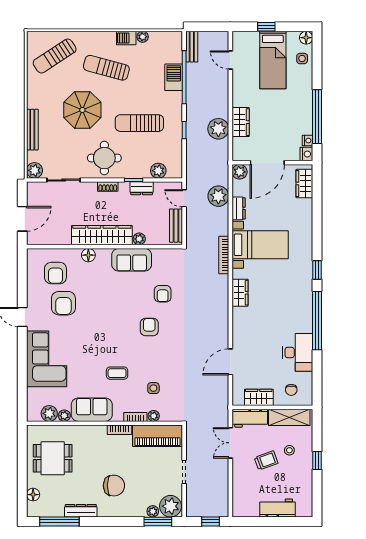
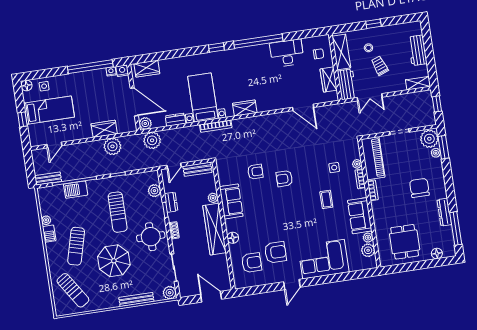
plant: (218, 196) -> (152, 140), moved
shelving: (239, 503) -> (418, 83), added

